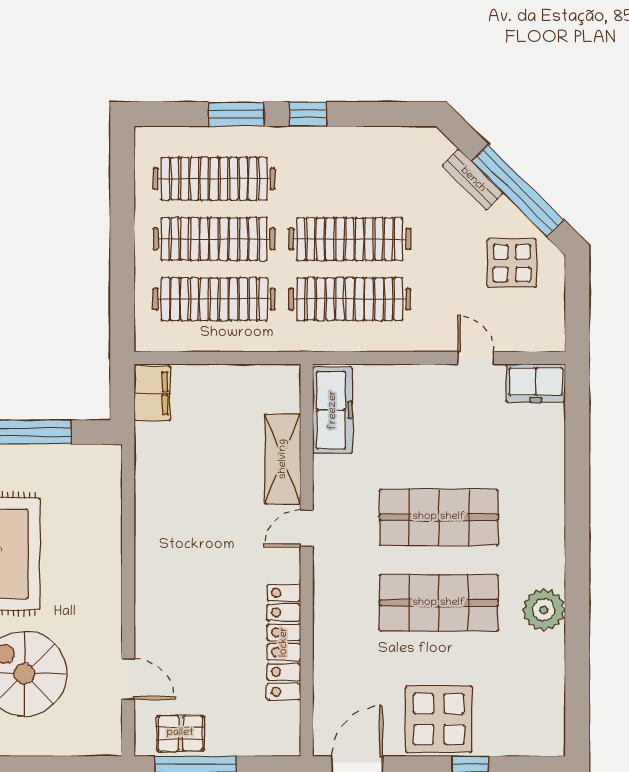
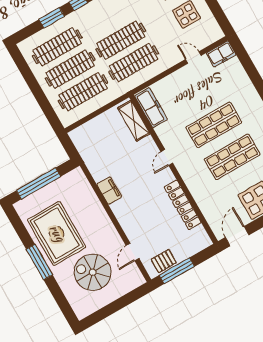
filing cabinet: (152, 393) -> (109, 191), moved
shelving: (283, 459) -> (134, 121), moved
door: (128, 679) -> (133, 252), swing flipped

